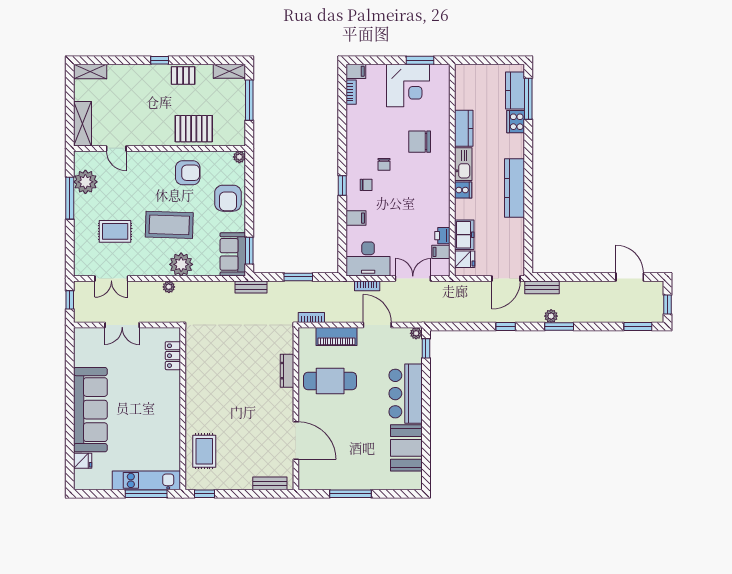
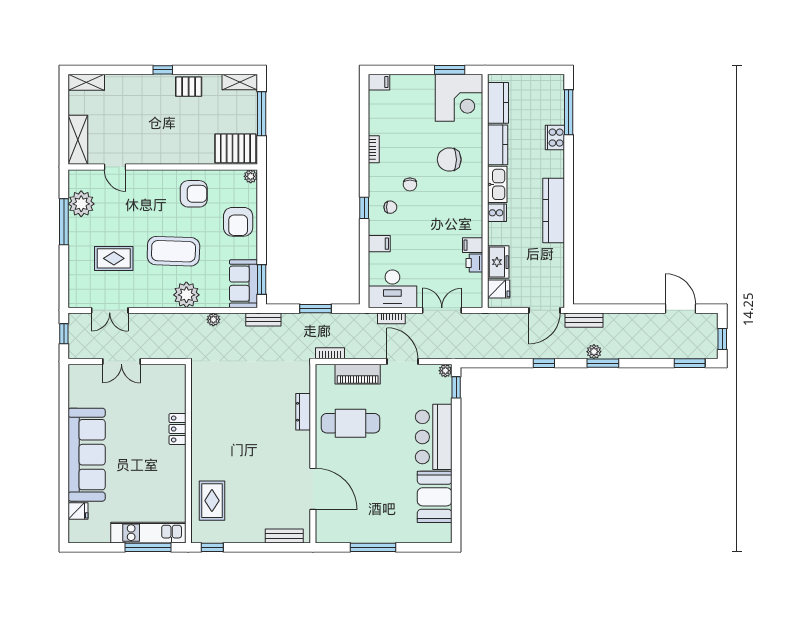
corner desk: (408, 85) -> (459, 98), moved
kitchen counter: (515, 91) -> (498, 103), moved, turned 180
bookcase: (351, 92) -> (374, 149), moved
pallet: (194, 129) -> (235, 148), moved
filing cabinet: (441, 252) -> (473, 245), moved
plant: (169, 287) -> (213, 319), moved
locker: (173, 356) -> (177, 429), moved

